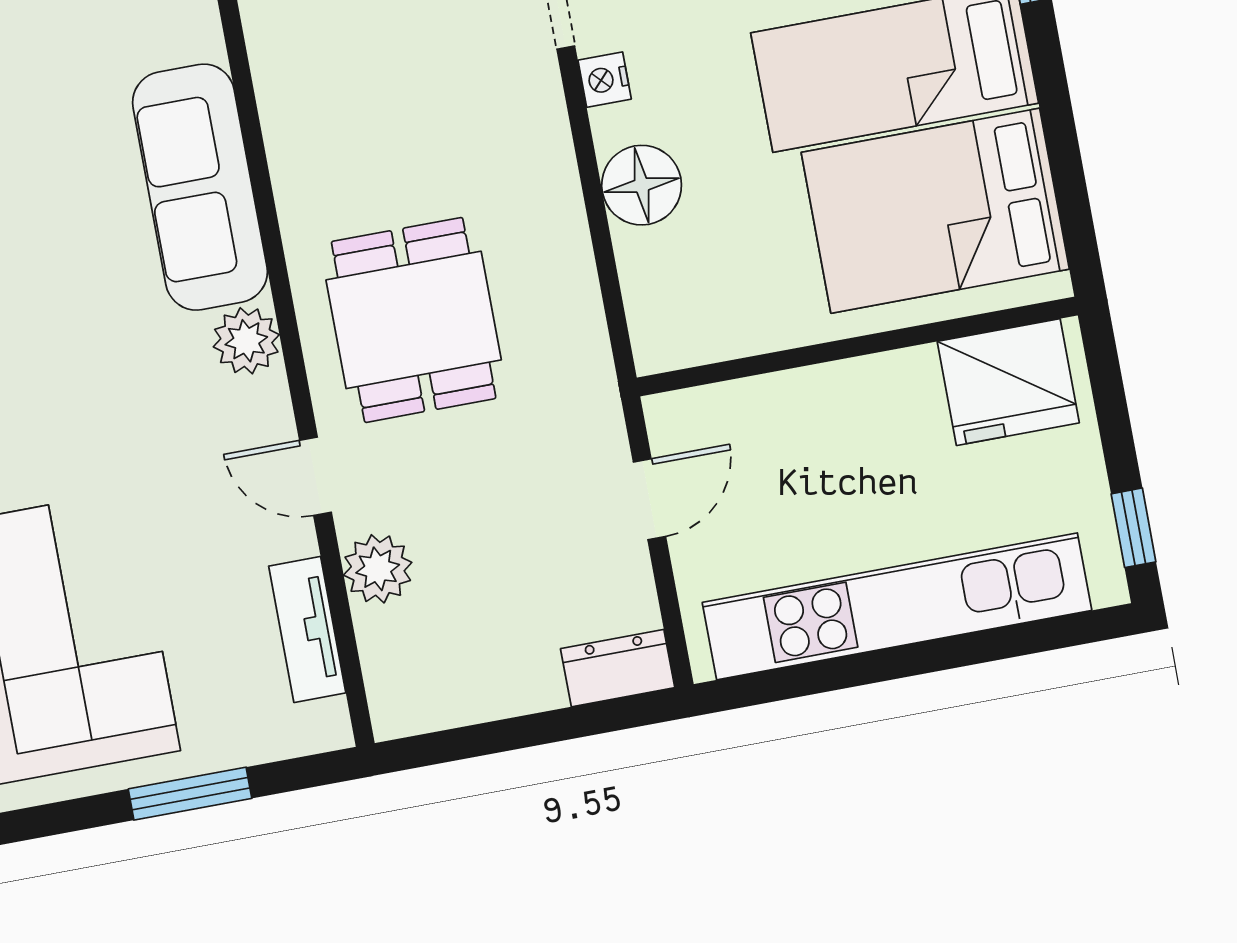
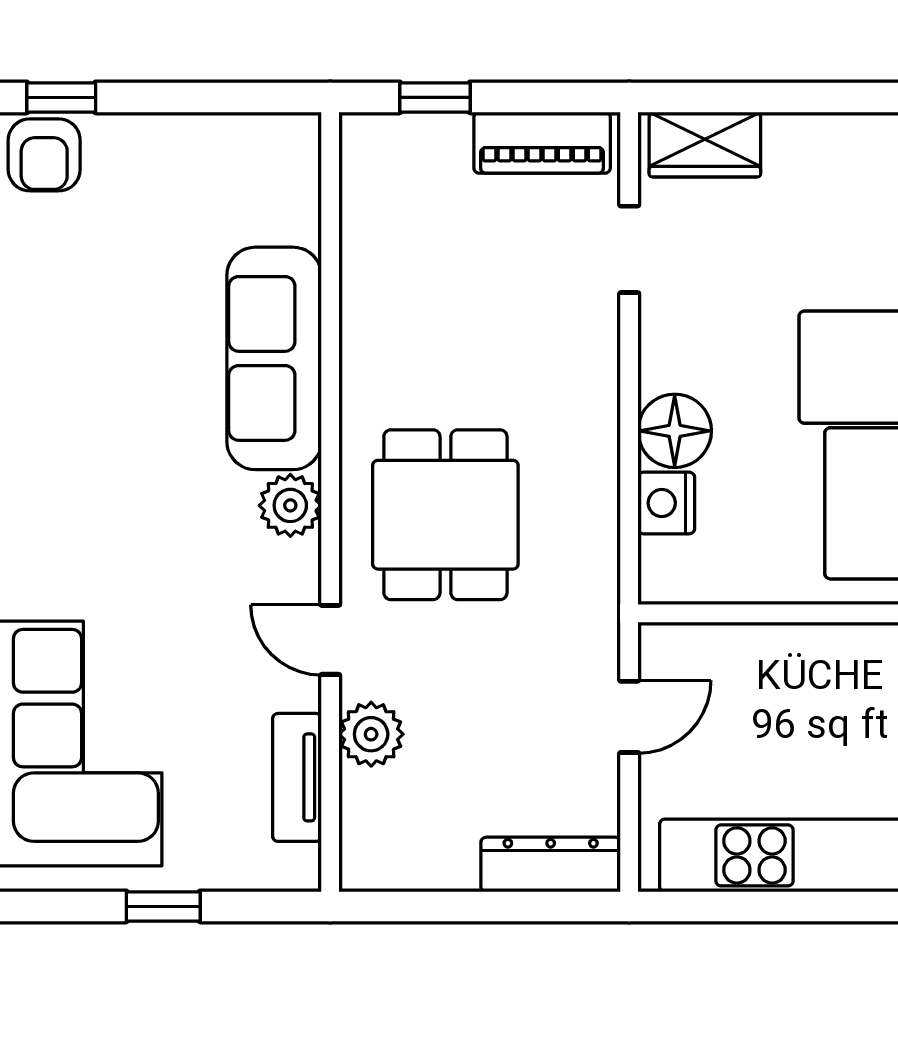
nightstand: (605, 80) -> (666, 503), moved, width x1.39, depth x1.35
dresser: (618, 668) -> (551, 865), width x1.44
window: (190, 794) -> (163, 906), width x0.67

